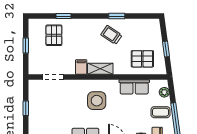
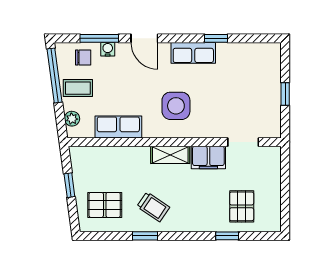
window: (26, 45) -> (285, 191), removed
pallet: (142, 59) -> (105, 205), moved
filing cabinet: (81, 67) -> (208, 157), width x2.00

